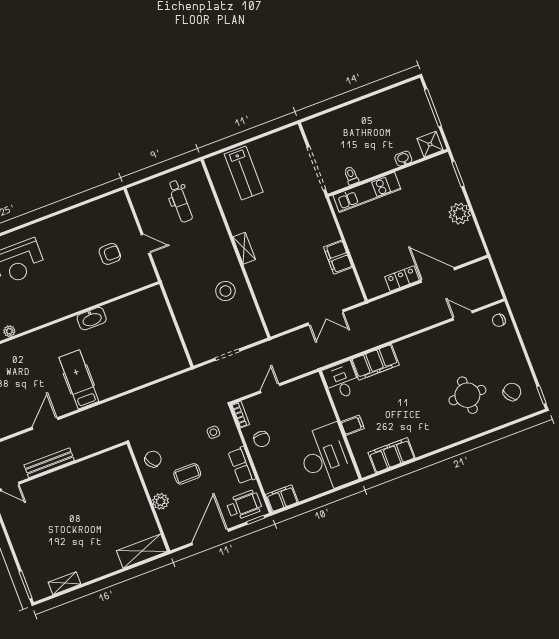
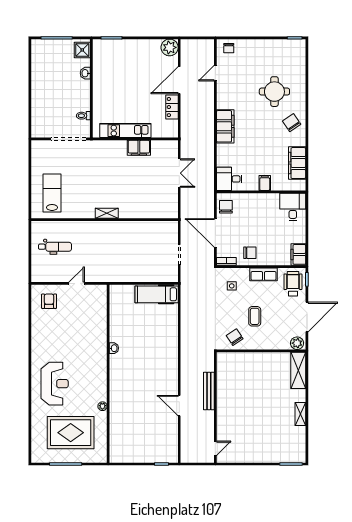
lab bench: (244, 173) -> (52, 193), turned -90
kitchen unit: (367, 192) -> (125, 131), moved, turned -90
plant: (460, 214) -> (170, 47), moved
armchair: (110, 254) -> (49, 301), moved
stool: (225, 291) -> (133, 238), removed
washbasin: (92, 319) -> (114, 348), width x0.52, depth x0.69
filing cabinet: (375, 362) -> (225, 126), moved
hospital bed: (79, 379) -> (157, 294), moved
door: (270, 388) -> (215, 233), width x1.87
chair: (306, 389) -> (226, 207), added
chair: (512, 392) -> (292, 123), moved
desk: (326, 458) -> (293, 207), width x0.53, depth x0.77
bench: (49, 463) -> (209, 391), moved
plant: (161, 501) -> (297, 343), moved
door: (210, 537) -> (307, 317), swing flipped
shelving: (65, 583) -> (300, 414), moved

